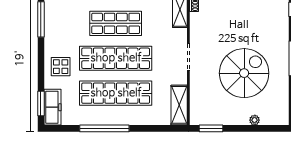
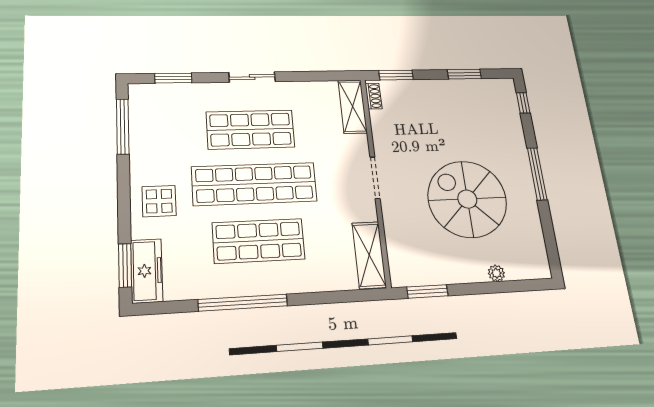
spiral stairs: (244, 73) -> (467, 199), turned -90
shop shelf: (116, 93) -> (259, 241), width x0.71

